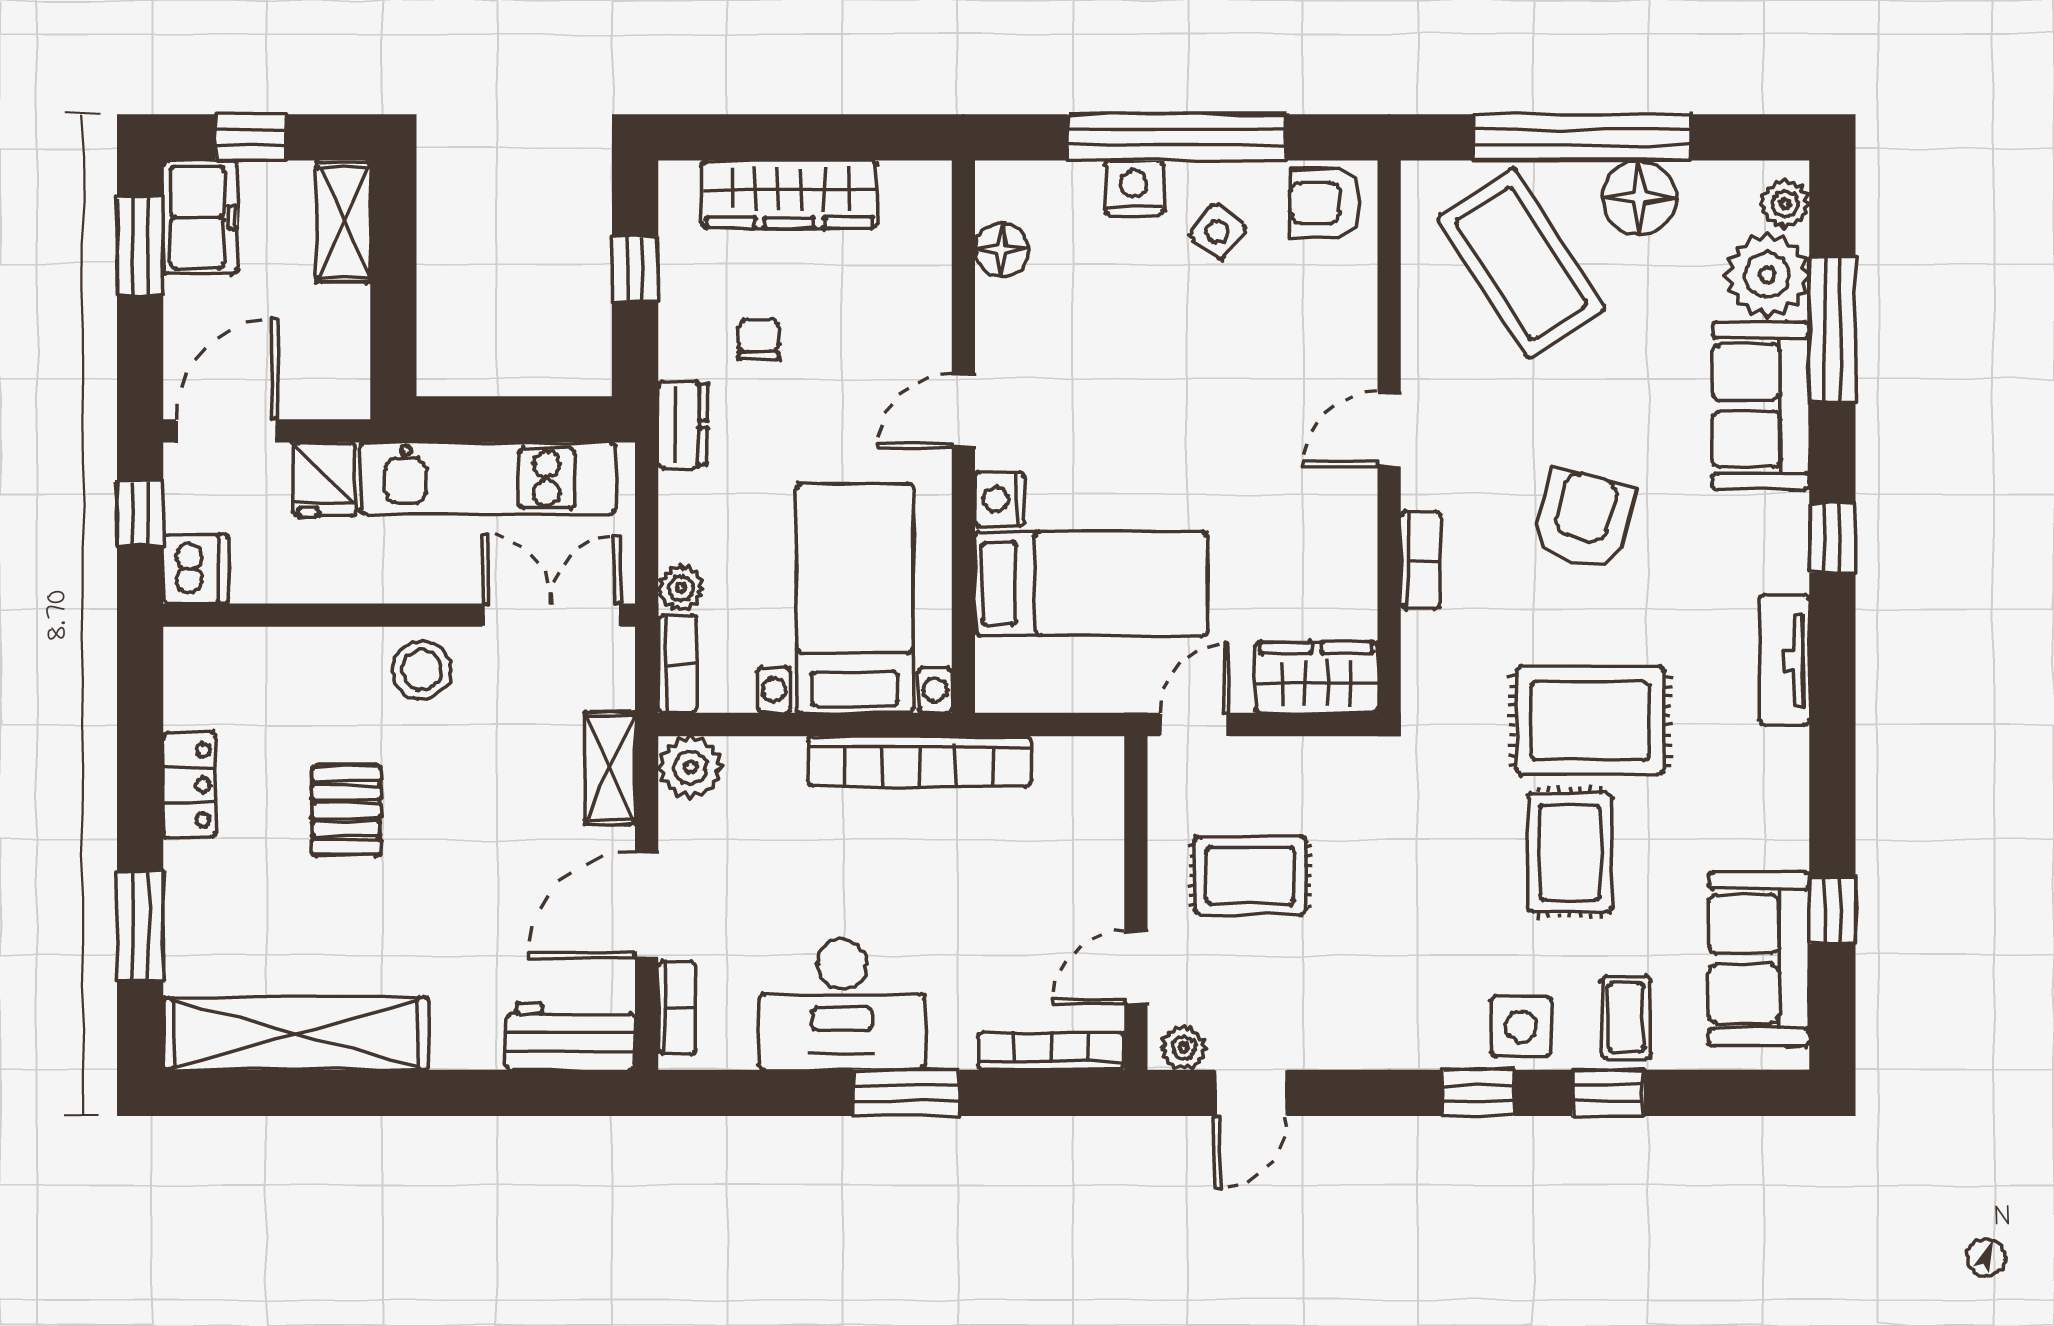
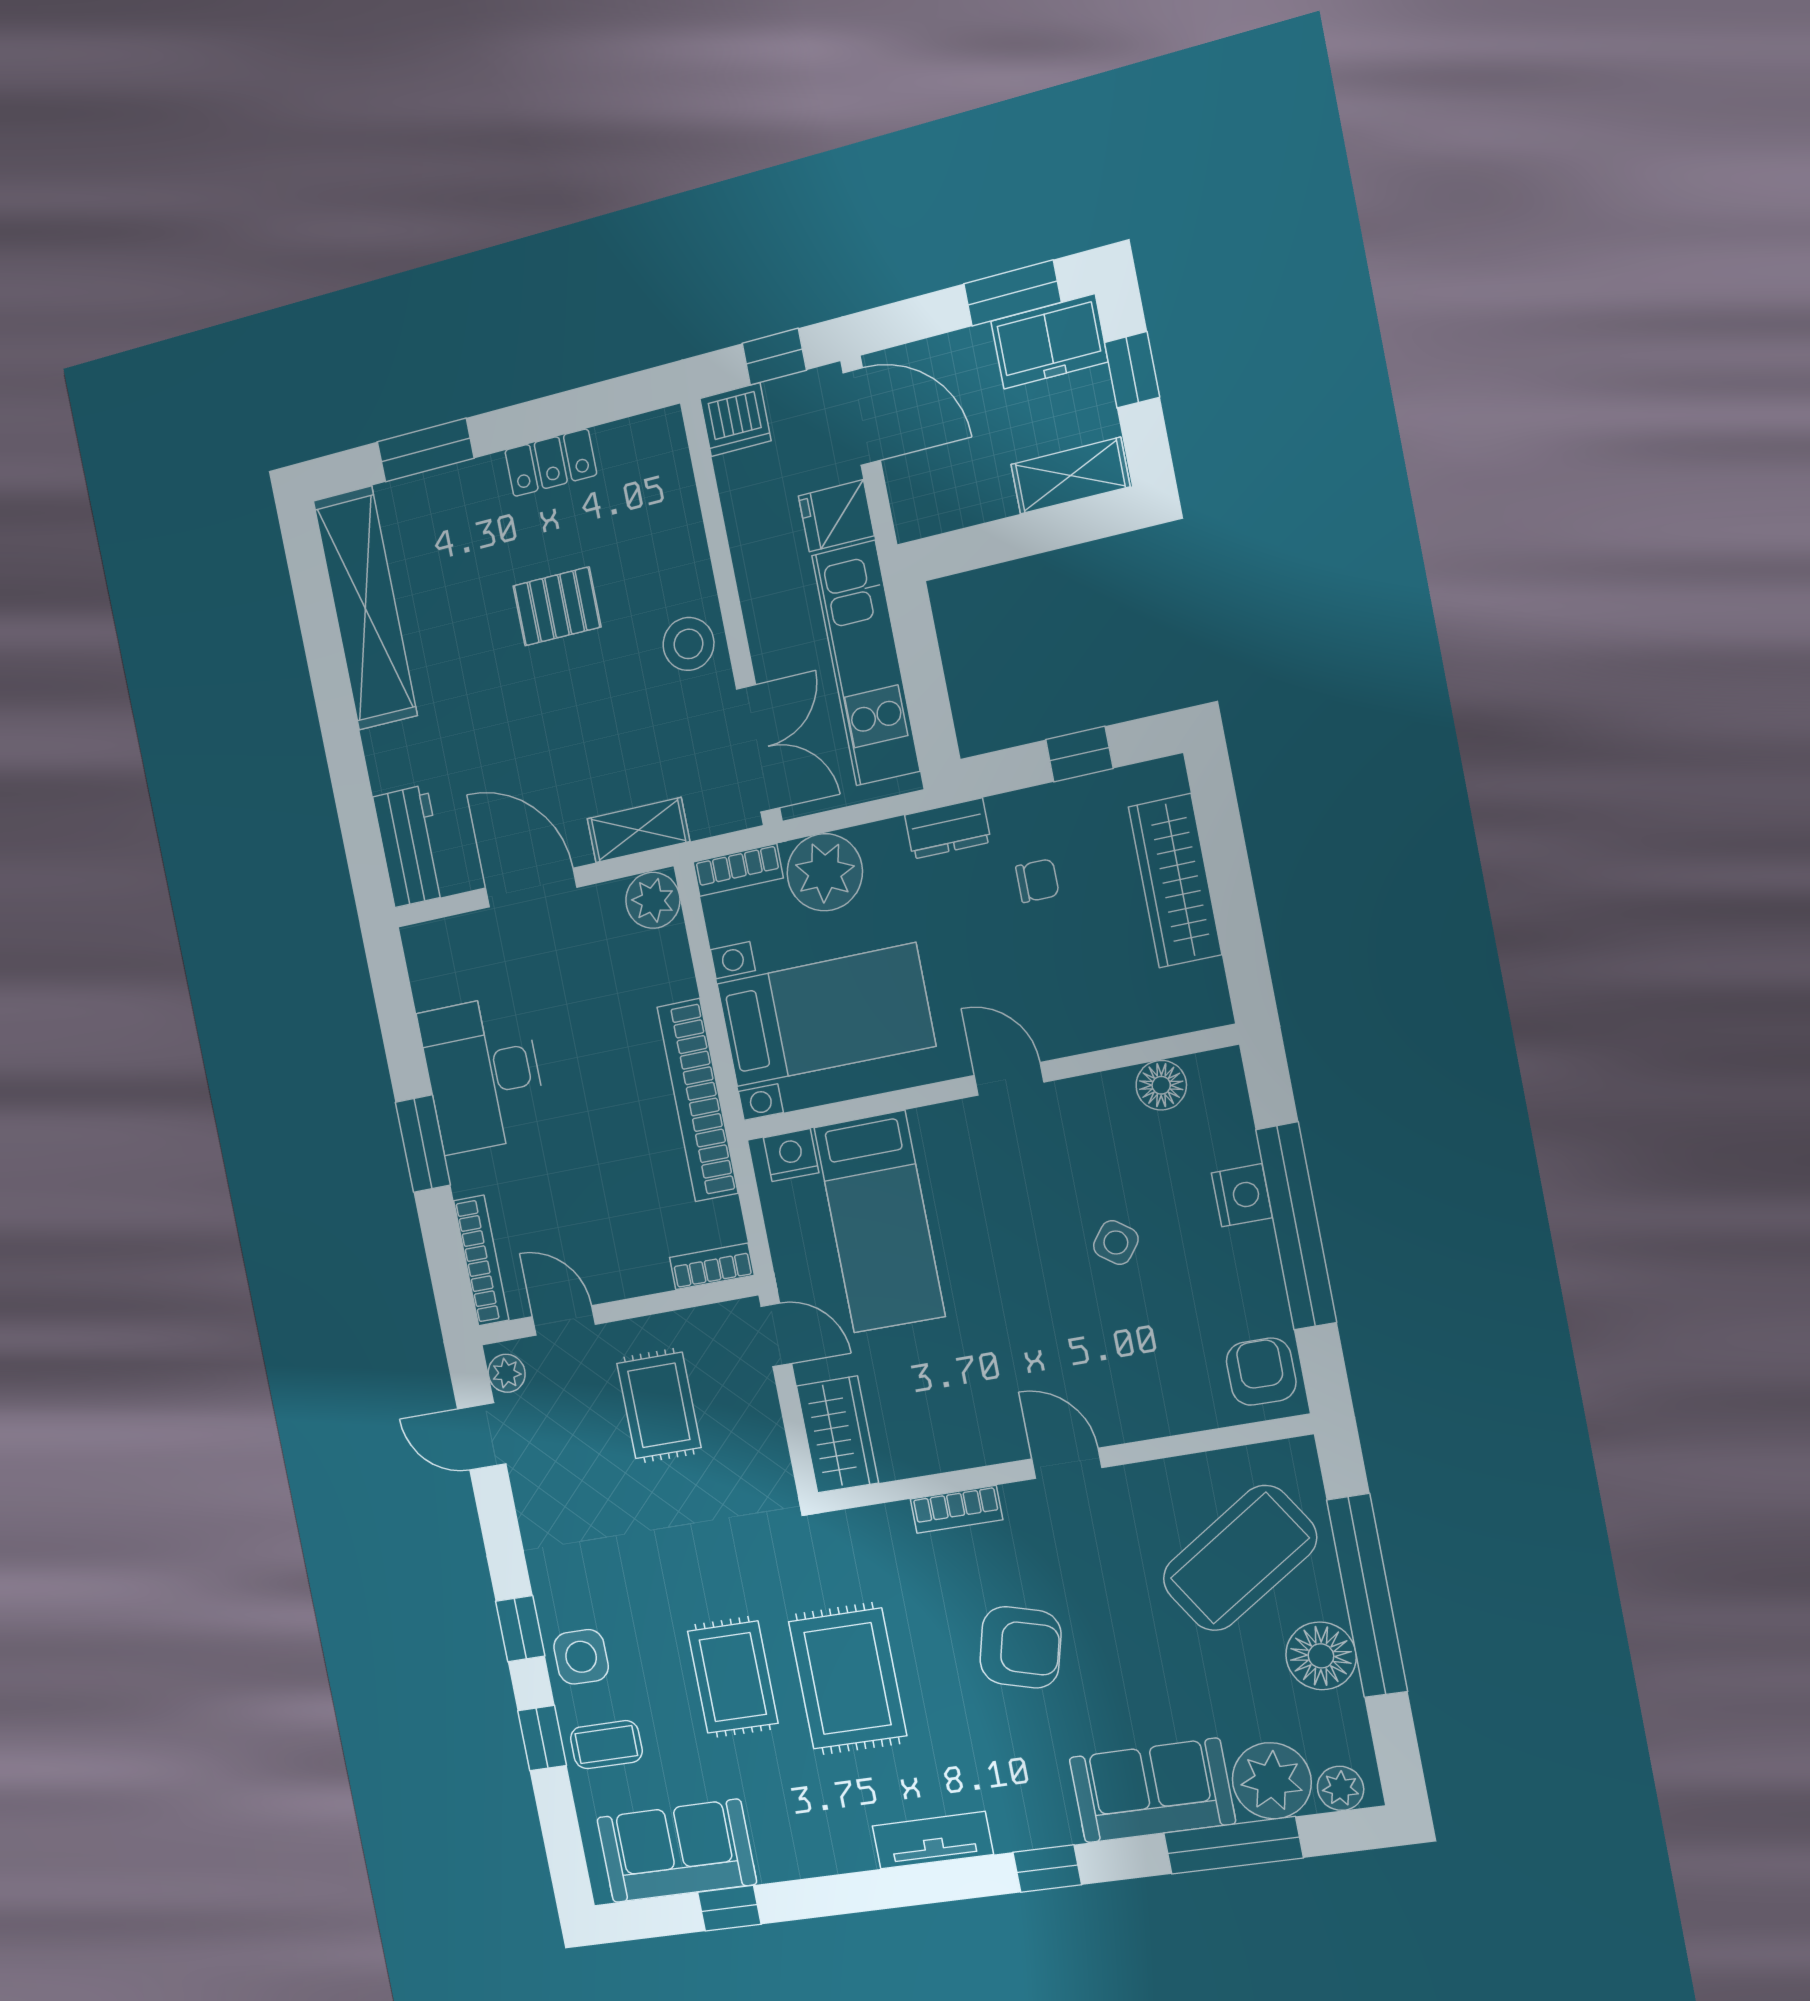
side table: (1217, 232) -> (1116, 1243), moved
nightstand: (1000, 499) -> (791, 1155), moved
plant: (681, 588) -> (825, 872), width x1.88, depth x1.88
rug: (1570, 852) -> (733, 1677), turned 90
bookcase: (677, 1008) -> (712, 1266), moved, turned 180

